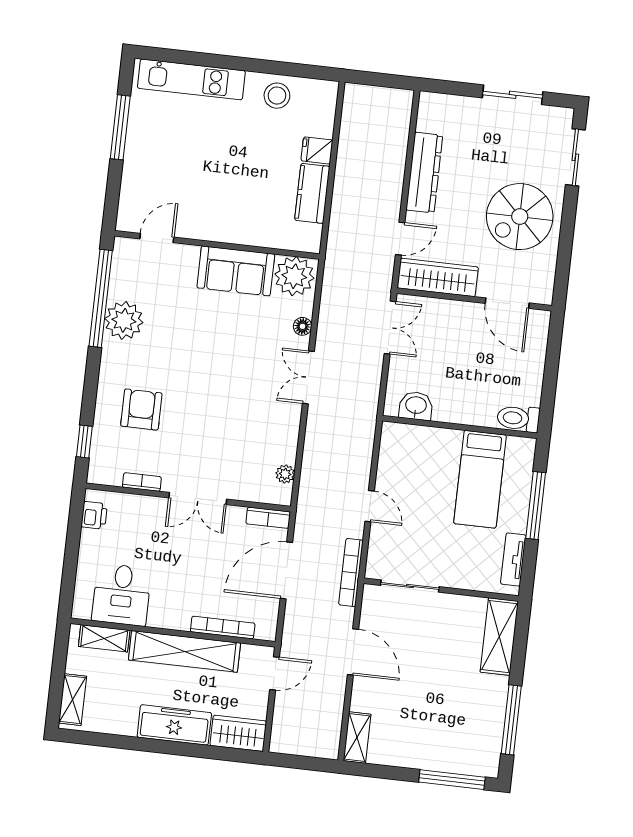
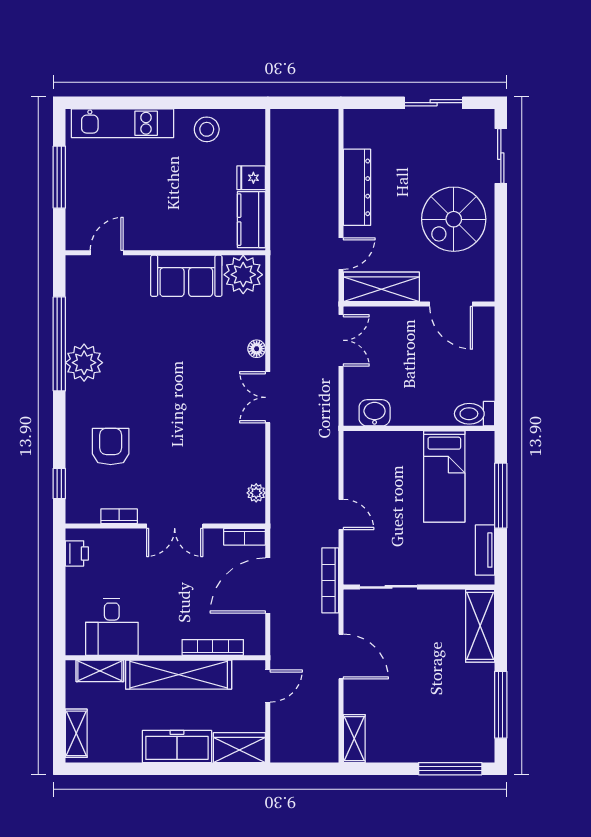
door: (157, 238) -> (107, 253), moved
wall: (217, 245) -> (165, 253), moved
sofa: (236, 271) -> (186, 276), moved
plant: (294, 276) -> (243, 275), moved

